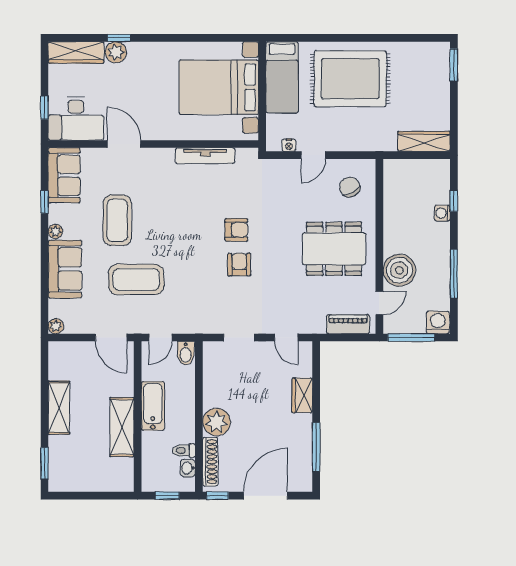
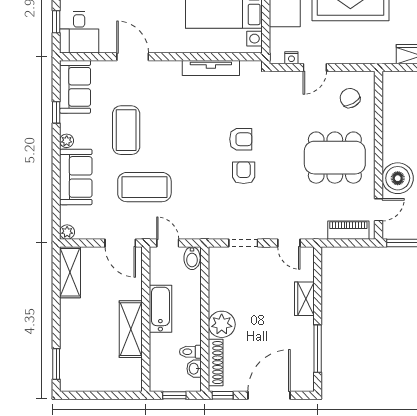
desk: (76, 119) -> (79, 32), width x0.73
door: (160, 338) -> (168, 243), swing flipped
shelving: (59, 408) -> (70, 272), moved

